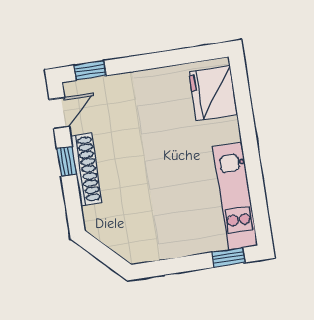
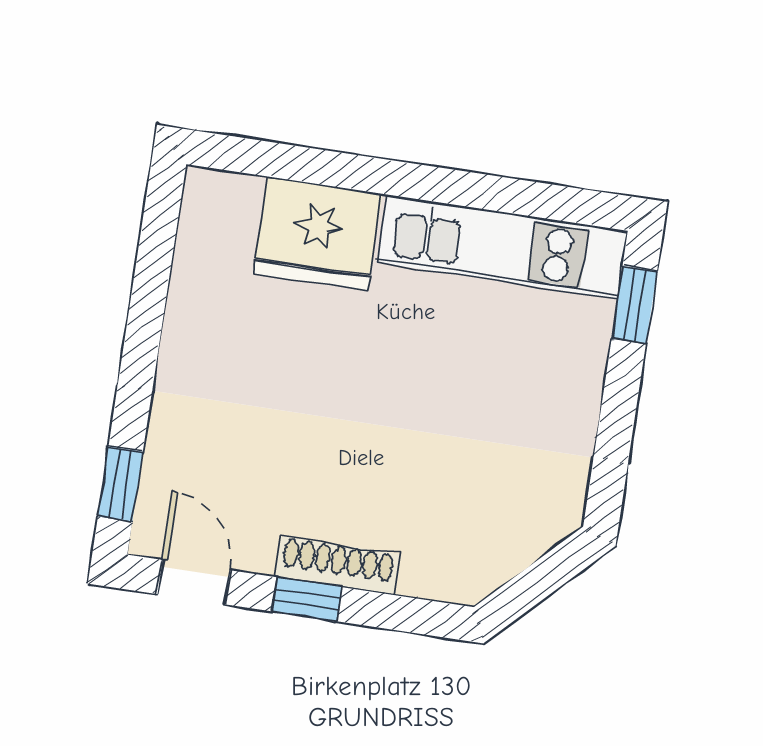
fridge: (213, 93) -> (318, 234), moved
shoe rack: (86, 169) -> (338, 566), width x0.74, depth x0.81

